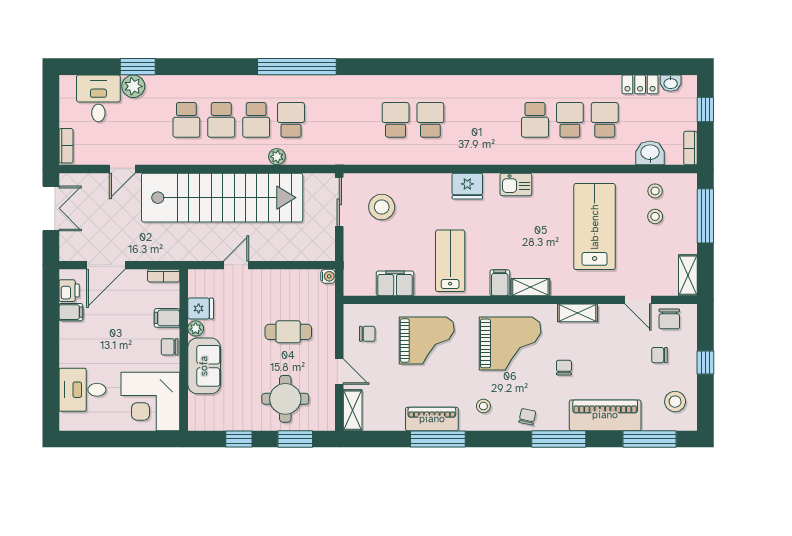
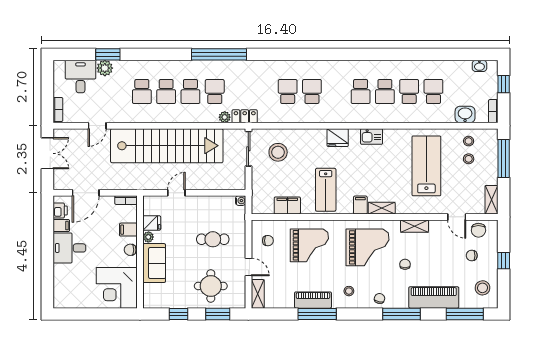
locker: (640, 84) -> (245, 116), moved, turned 180
school desk: (500, 120) -> (361, 91), added
plant: (277, 157) -> (225, 117), moved
lab bench: (450, 261) -> (326, 190), turned 180
desk: (82, 390) -> (69, 248), moved

